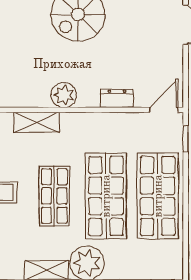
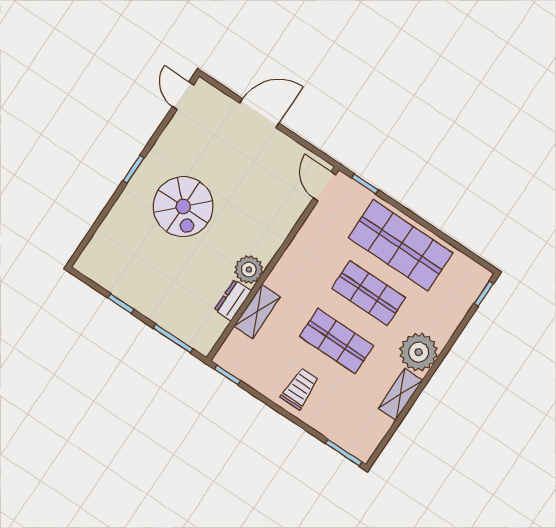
dresser: (117, 98) -> (233, 300), moved
shop shelf: (106, 196) -> (368, 293), width x0.70, depth x0.74

